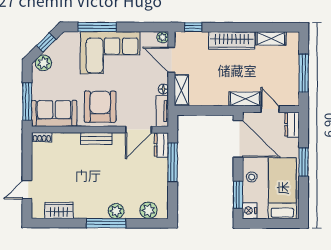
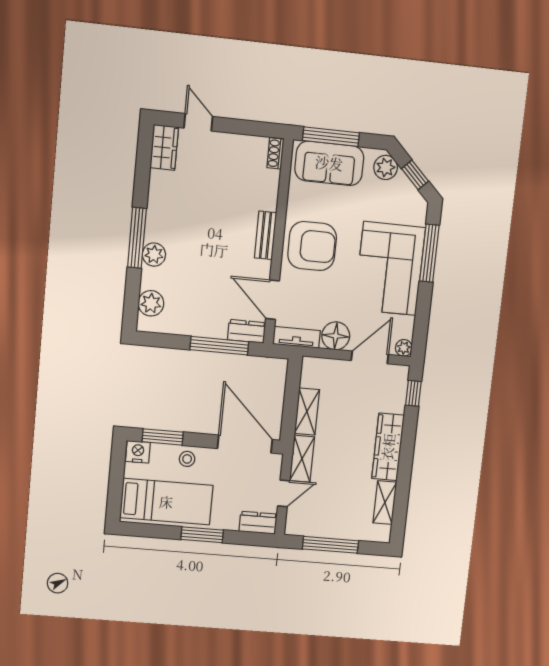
floor lamp: (163, 89) -> (336, 336), width x1.89, depth x1.89
shelving: (181, 90) -> (307, 412), moved, turned 90
sofa: (54, 113) -> (329, 163), moved, turned 90
door: (238, 139) -> (245, 444), swing flipped
wardrobe: (59, 210) -> (164, 147), moved

